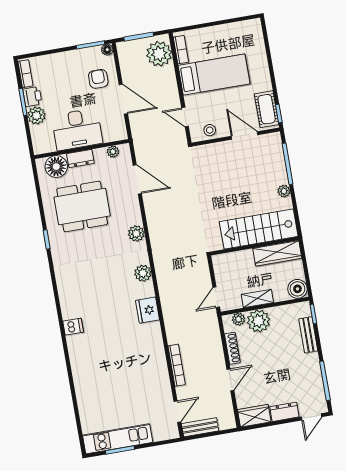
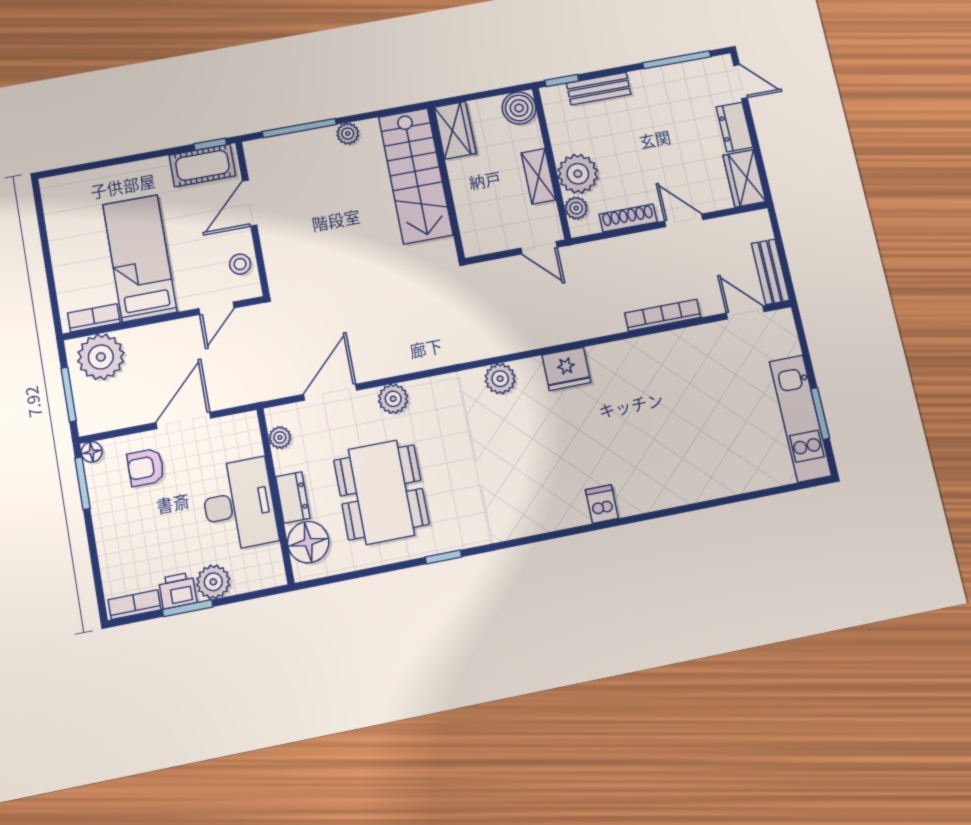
plant: (136, 233) -> (393, 399), moved
wardrobe: (277, 253) -> (455, 130), width x0.67

